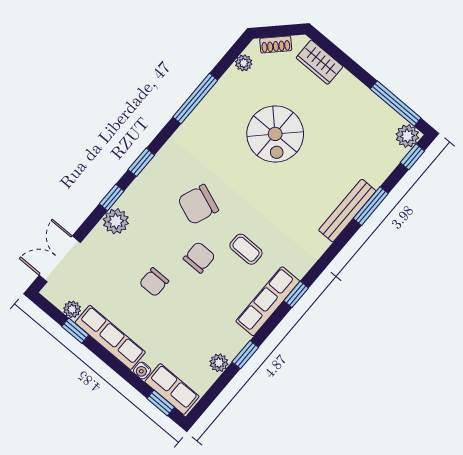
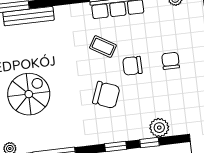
coffee table: (246, 249) -> (103, 47), turned -59
chair: (154, 282) -> (171, 61), moved, turned -90

